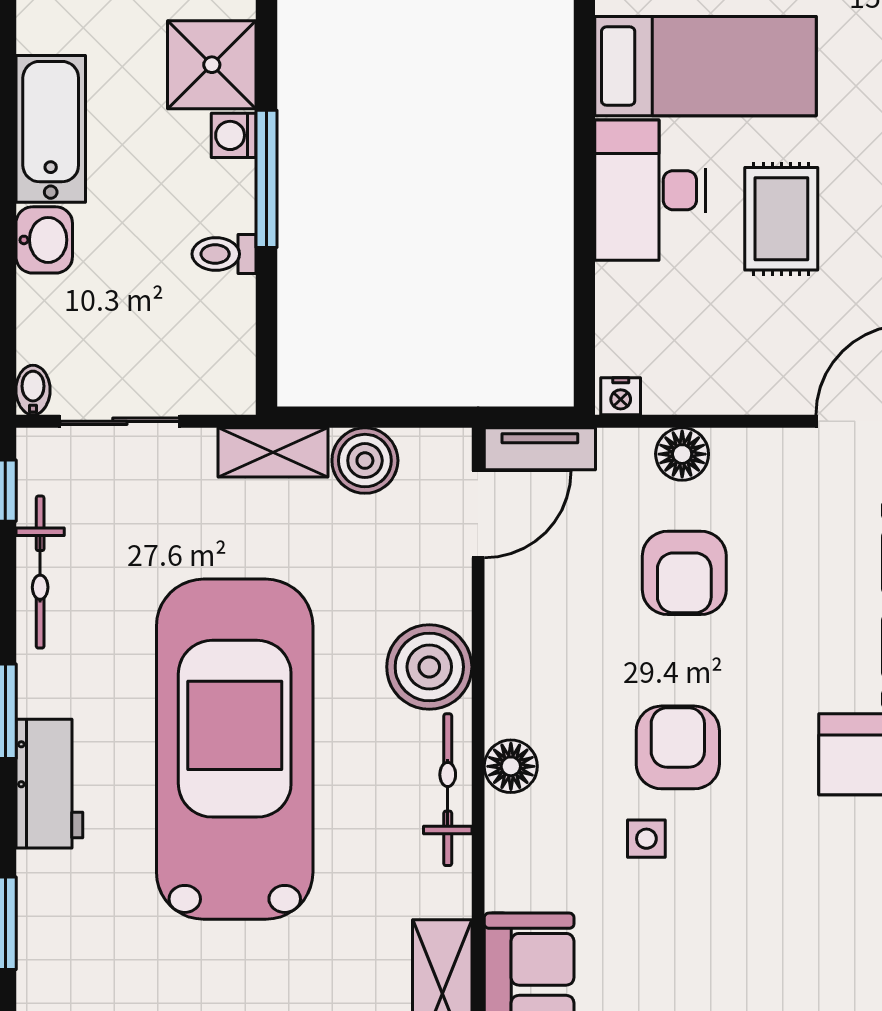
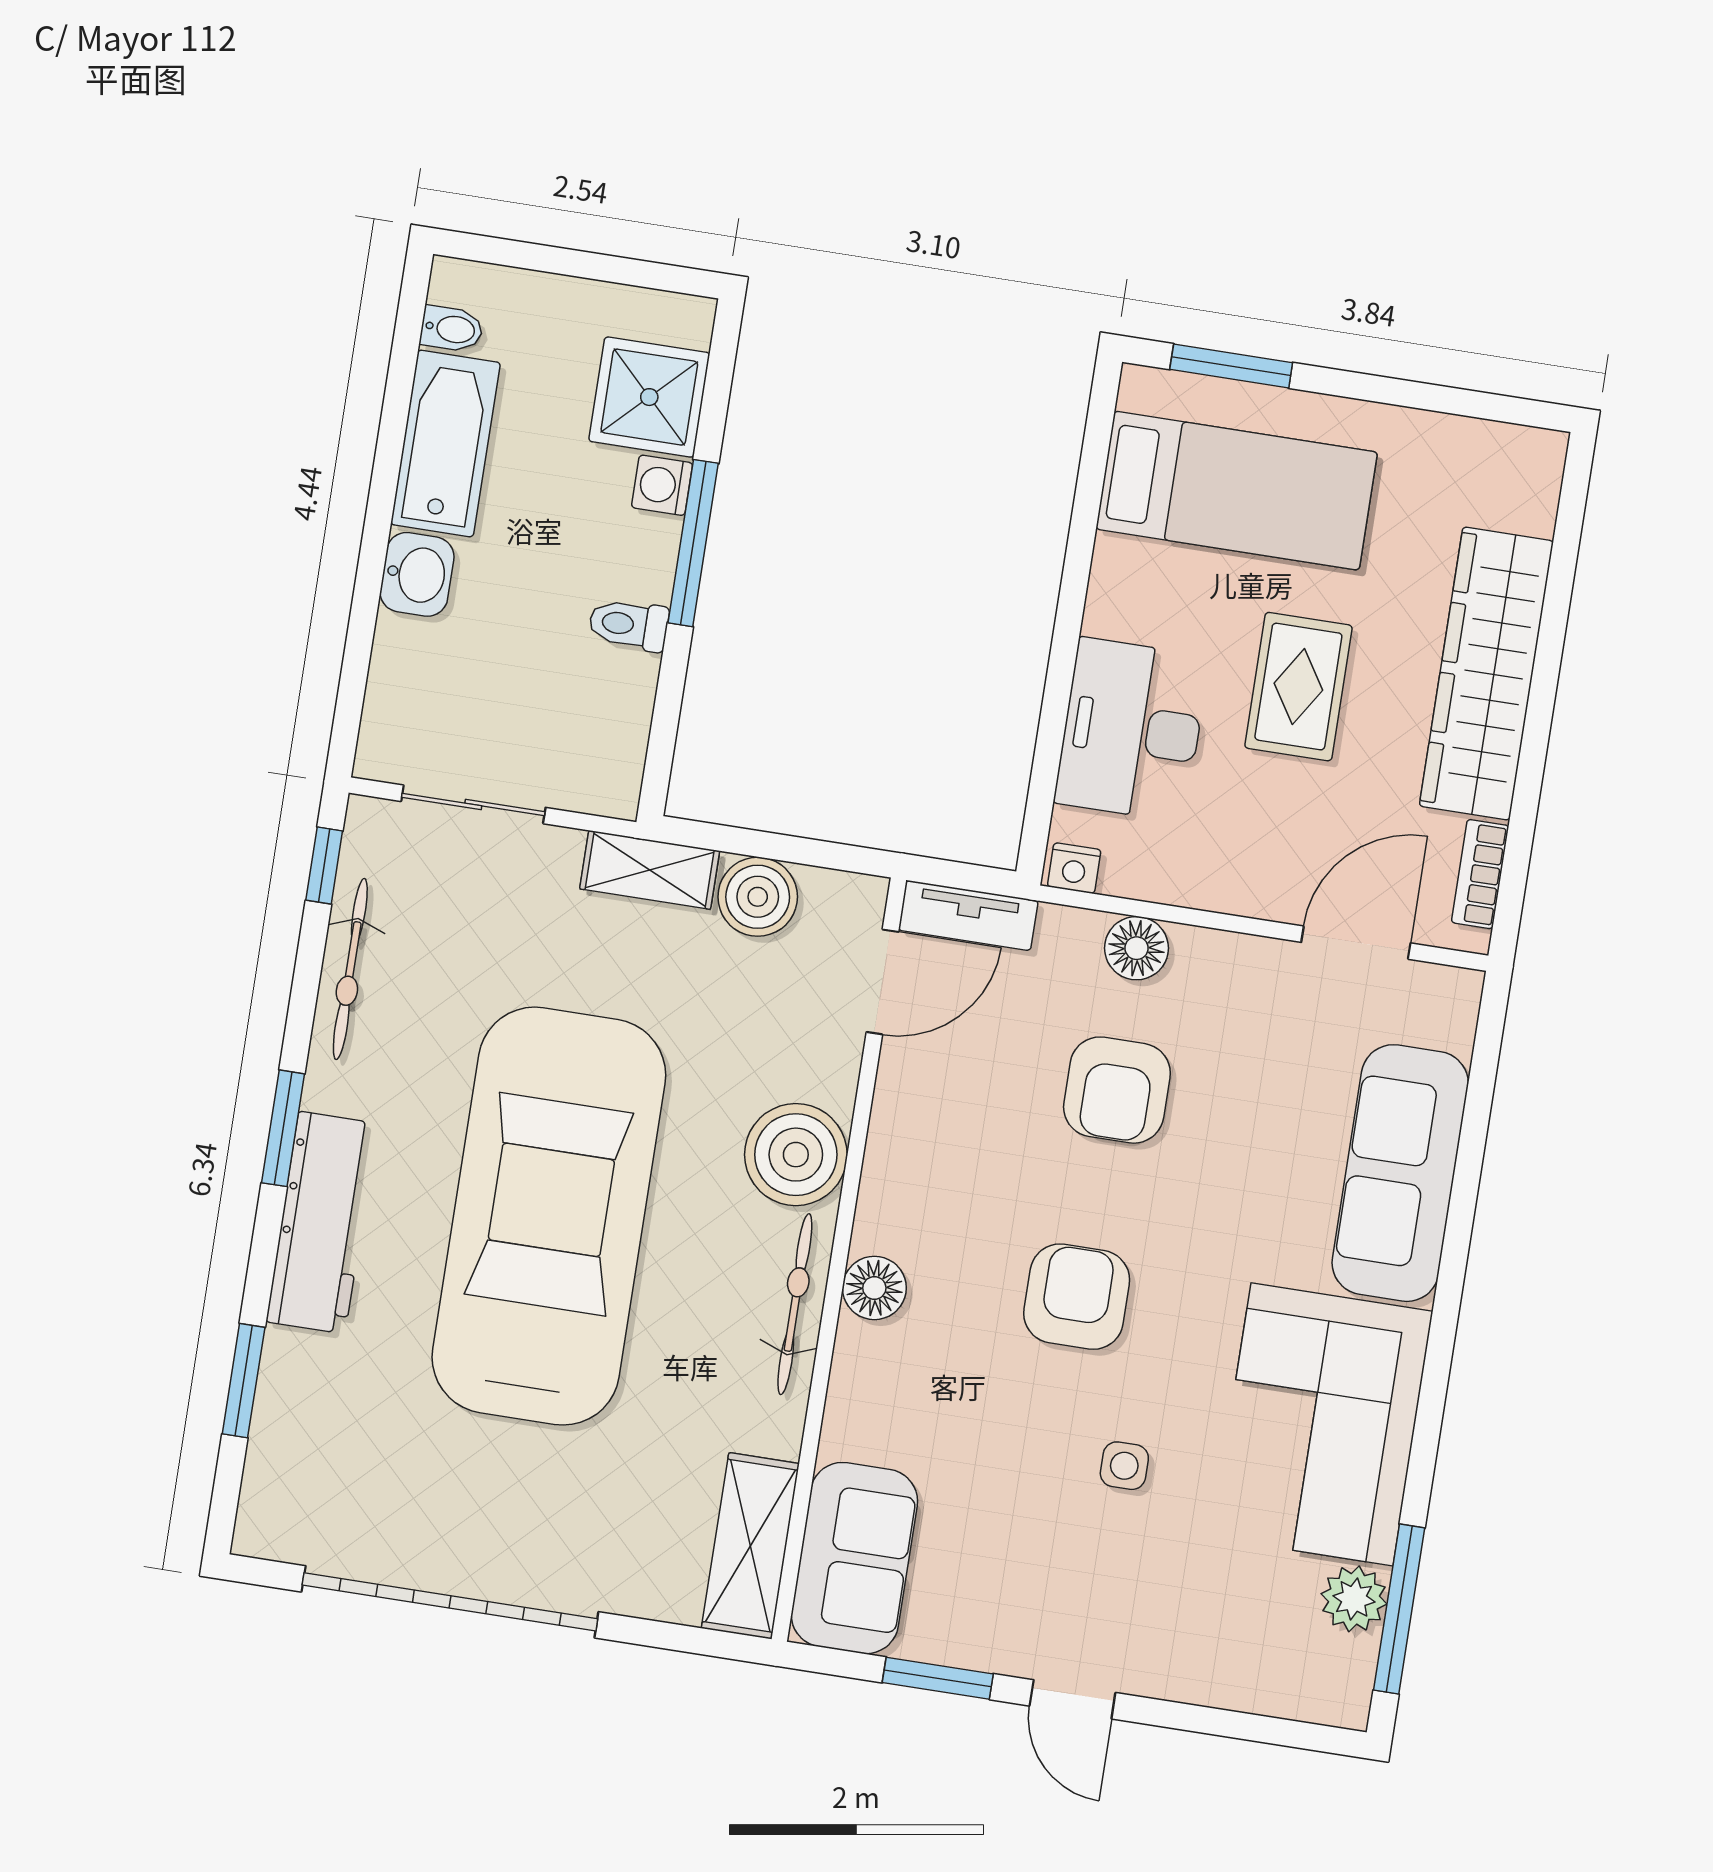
desk: (650, 190) -> (1132, 730), moved
bidet: (33, 390) -> (452, 329), moved, turned 90
workbench: (49, 784) -> (322, 1223), width x1.38
side table: (646, 839) -> (1124, 1466), moved

